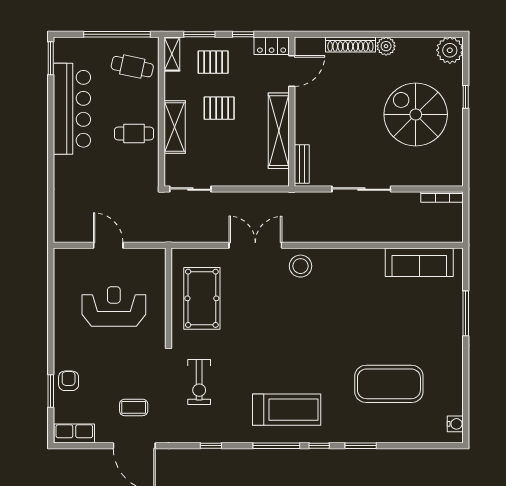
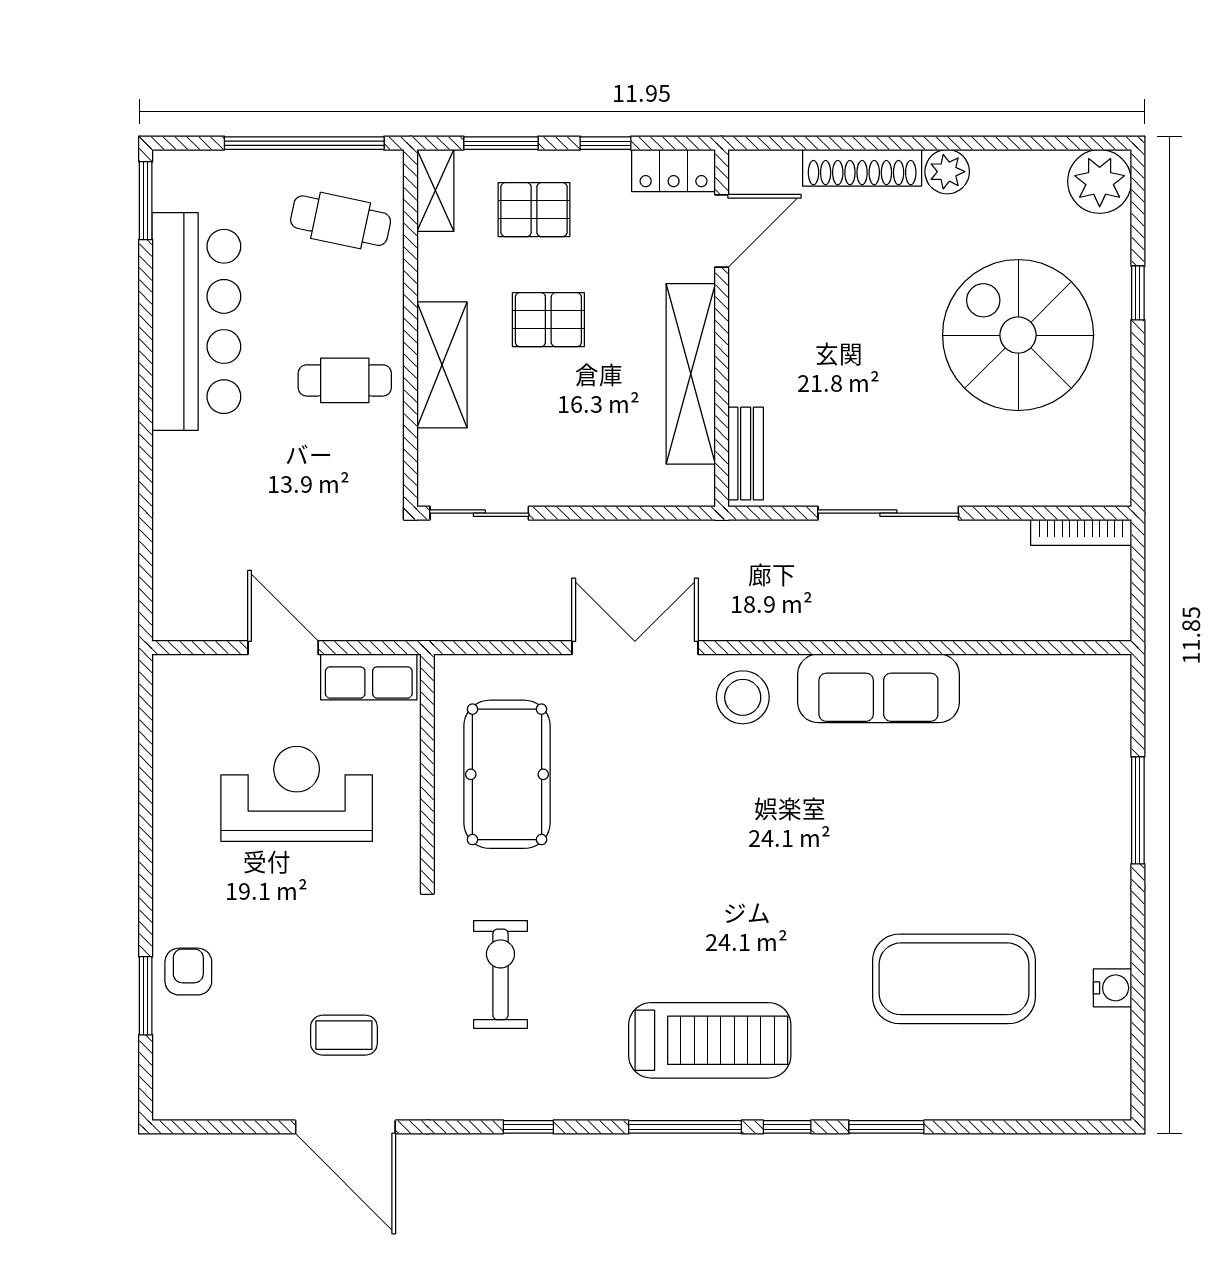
sofa: (419, 262) -> (878, 688), moved
exercise bike: (199, 382) -> (500, 974), turned 180
water cooler: (455, 424) -> (1113, 988), moved
row of seats: (74, 434) -> (369, 677), moved, turned 180

